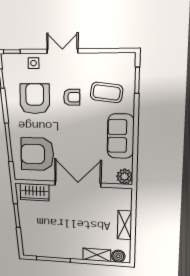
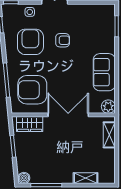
coffee table: (107, 92) -> (92, 36), removed
shelving: (125, 225) -> (109, 135), moved
boiler: (118, 256) -> (24, 178), moved

